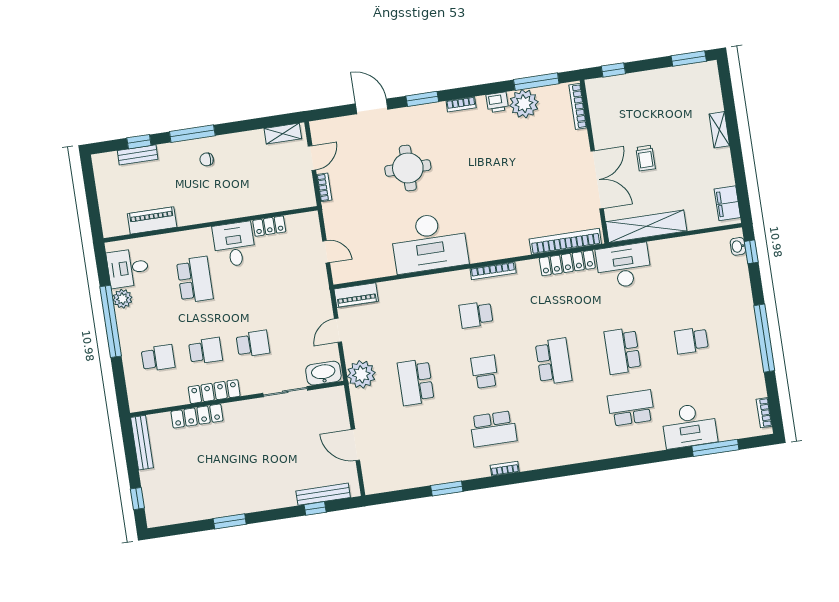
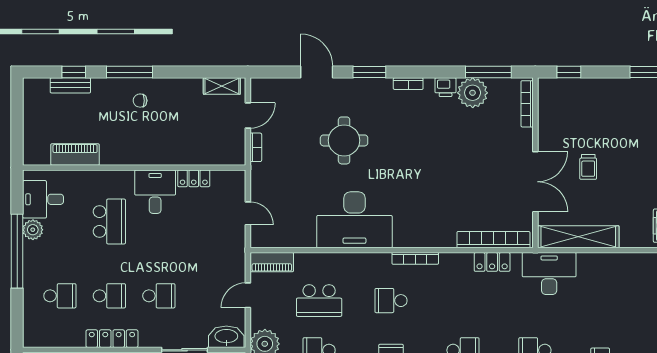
locker: (567, 263) -> (492, 262), width x0.66
school desk: (407, 325) -> (319, 301), added

